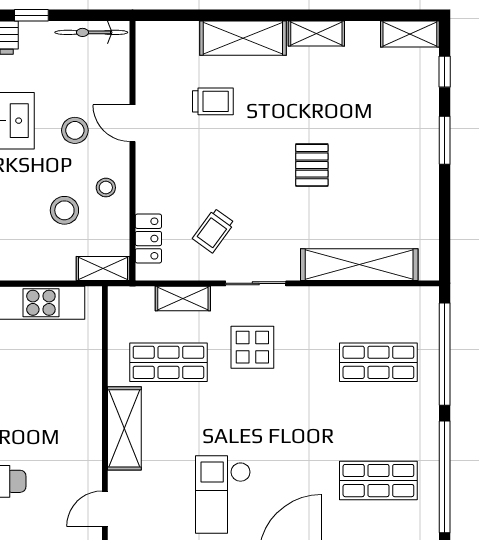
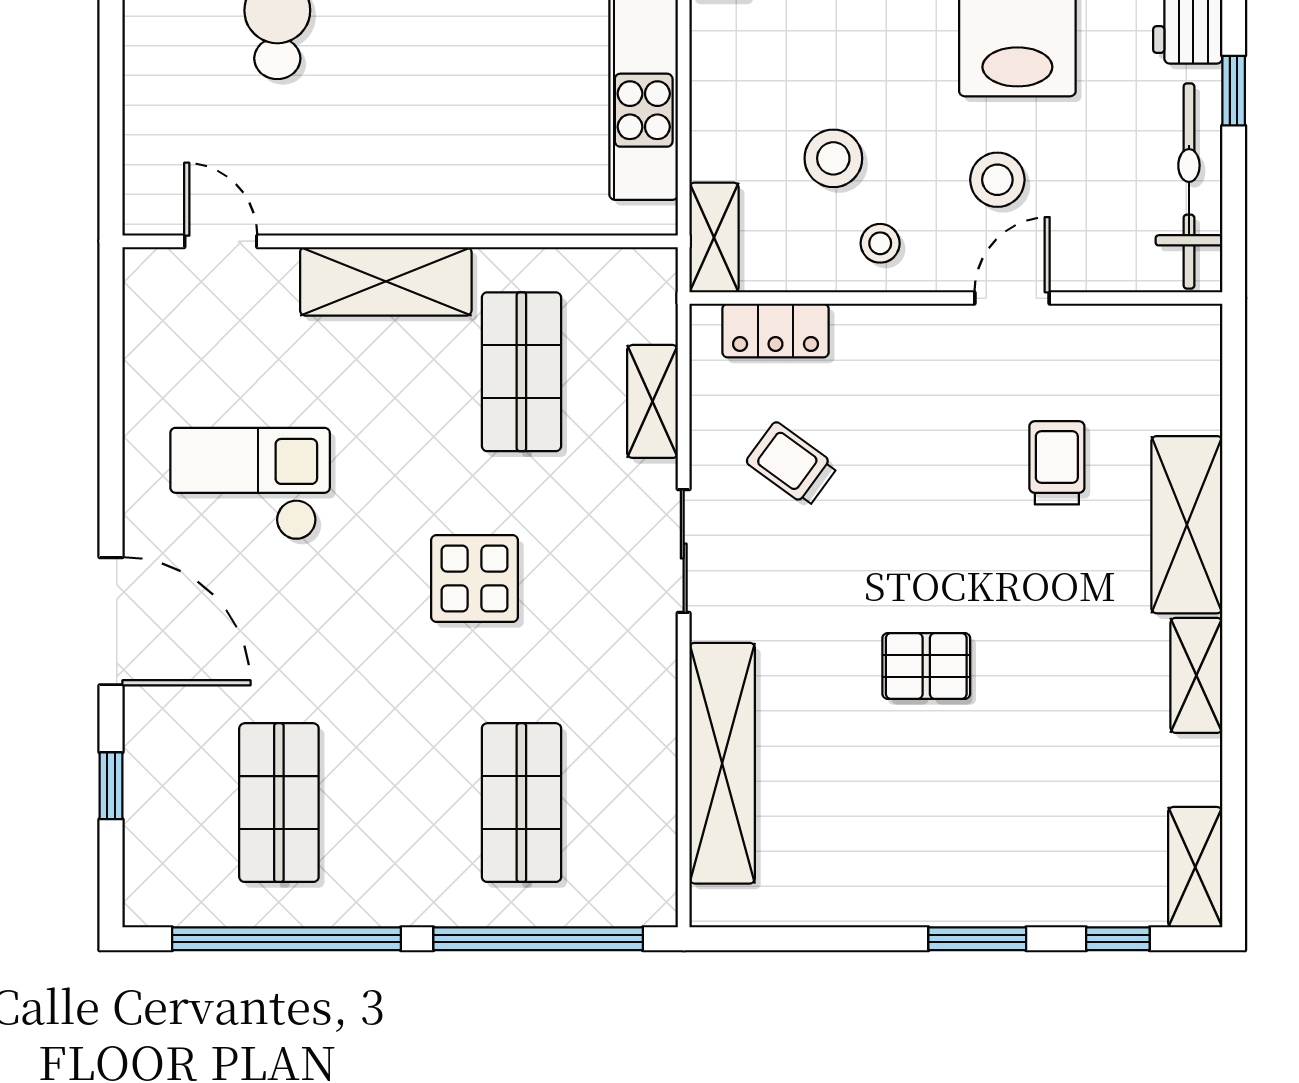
bicycle: (91, 32) -> (1189, 186), width x1.37, depth x1.40
trolley: (213, 101) -> (1057, 463), turned 180
display table: (252, 347) -> (475, 579), moved

